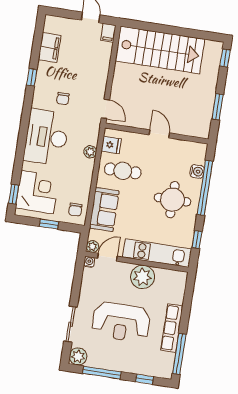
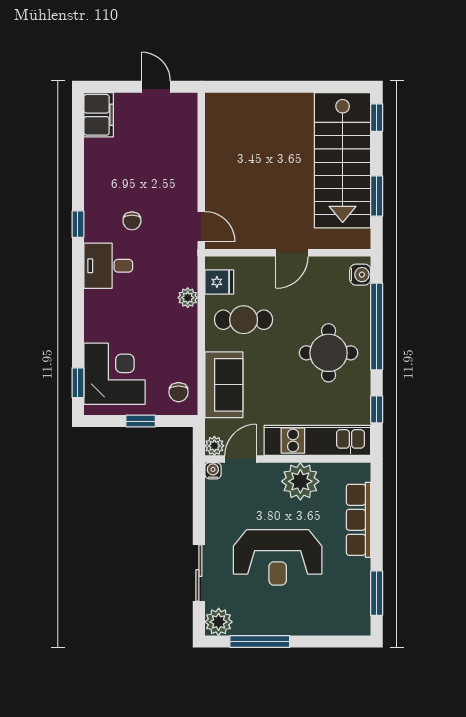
filing cabinet: (108, 33) -> (187, 106), removed
filing cabinet: (50, 47) -> (99, 115), moved
stairs: (160, 50) -> (343, 160), moved, turned 90
window: (32, 77) -> (78, 224), moved
door: (159, 134) -> (292, 253), swing flipped
desk: (46, 137) -> (108, 266), width x0.53, depth x0.77
water cooler: (197, 171) -> (360, 275), moved
row of seats: (172, 328) -> (359, 520), moved
window: (179, 354) -> (377, 593), width x0.69
window: (144, 379) -> (328, 642), removed

